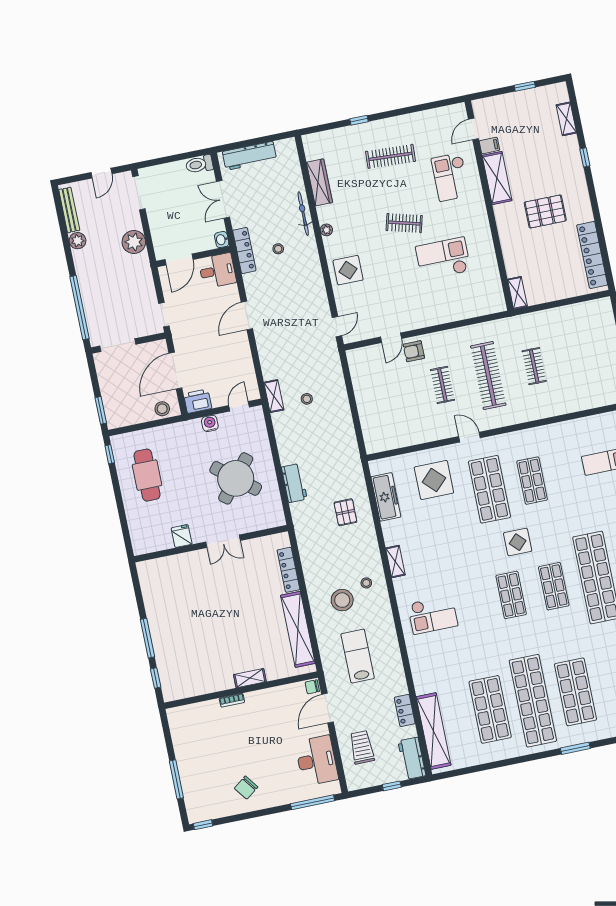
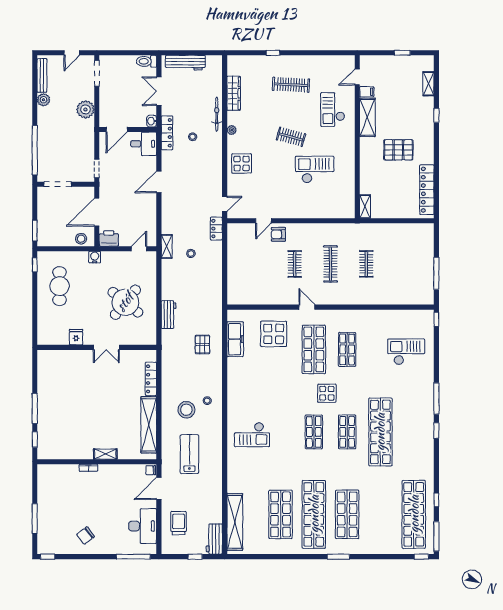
clothes rail: (488, 376) -> (330, 264), width x0.73, depth x0.76
water cooler: (210, 423) -> (95, 257), moved
shelving: (395, 561) -> (232, 389), removed
locker: (405, 711) -> (216, 229), moved

